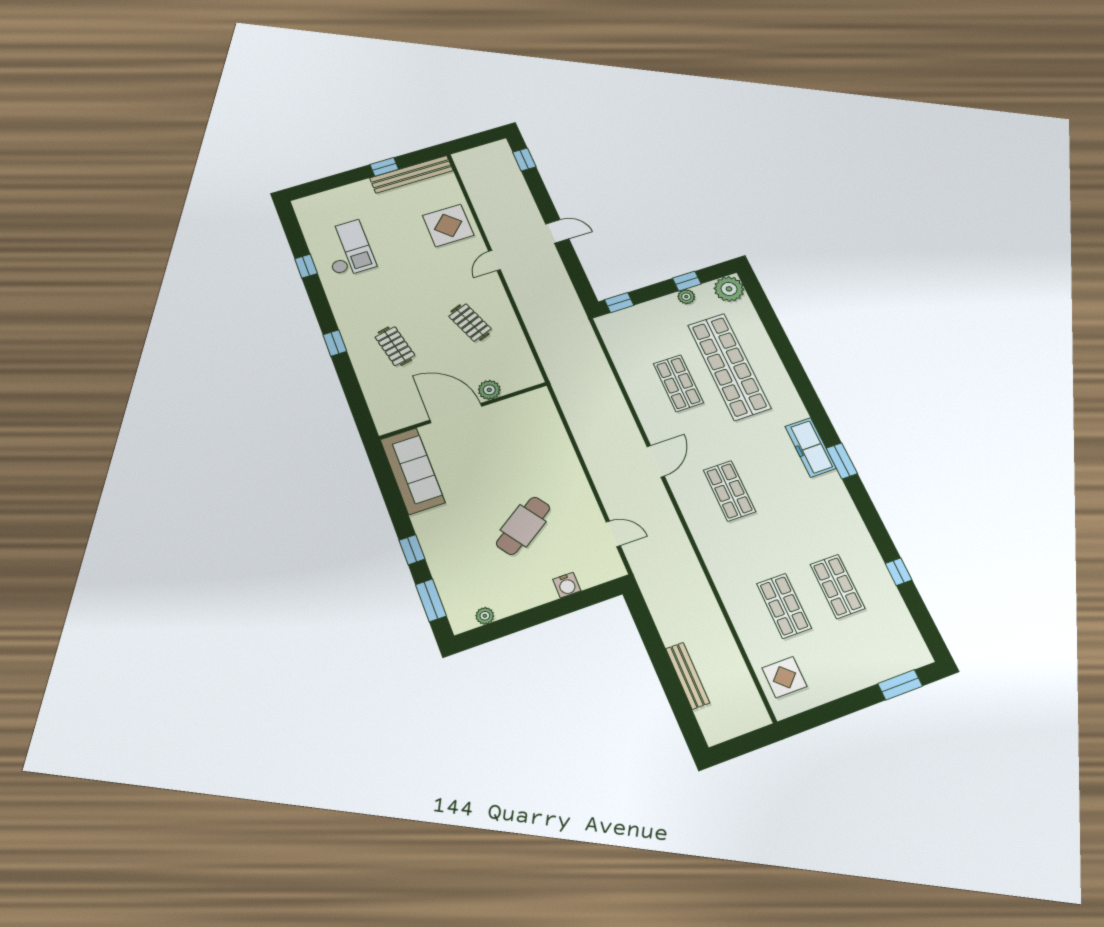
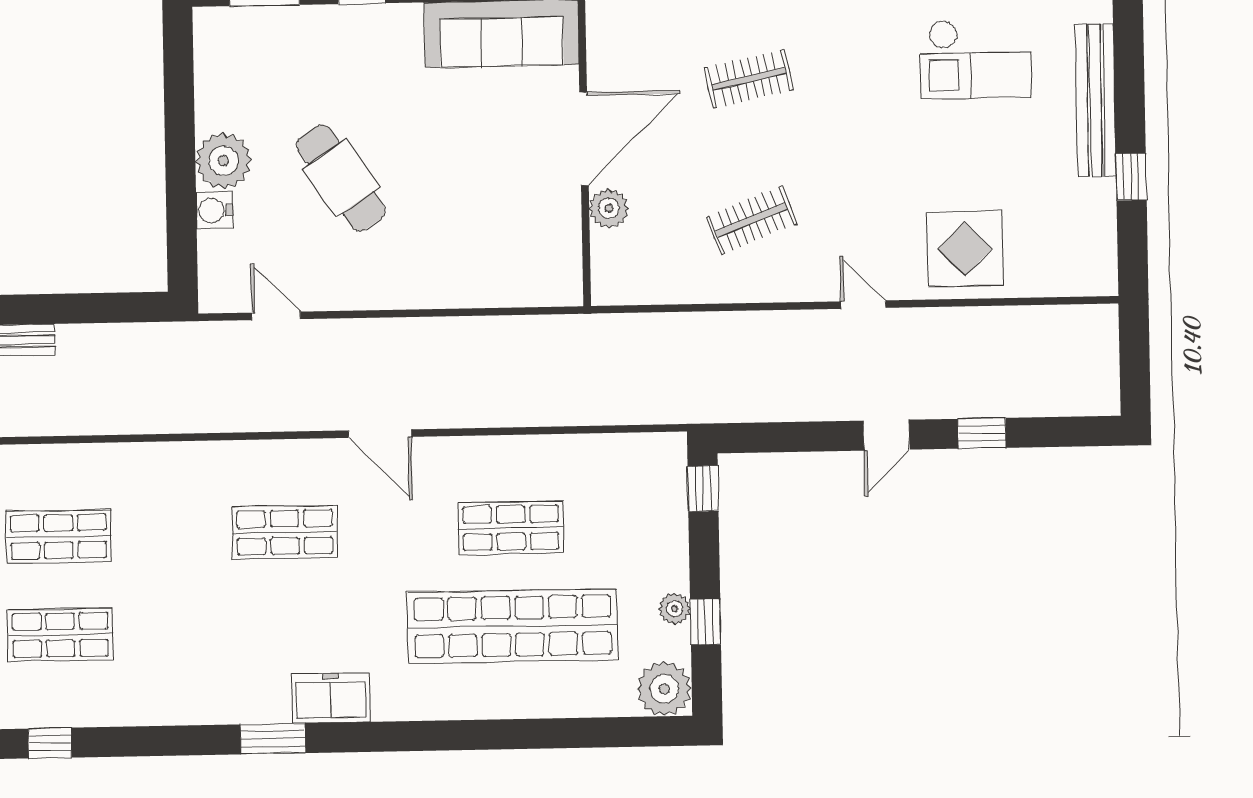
window: (524, 159) -> (982, 433), moved
bench: (412, 174) -> (1096, 100), moved
freezer: (811, 447) -> (331, 698), width x0.71
door: (613, 534) -> (276, 316), swing flipped
plant: (485, 616) -> (223, 161), moved, width x1.88, depth x1.88

